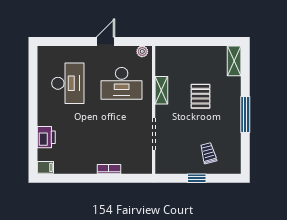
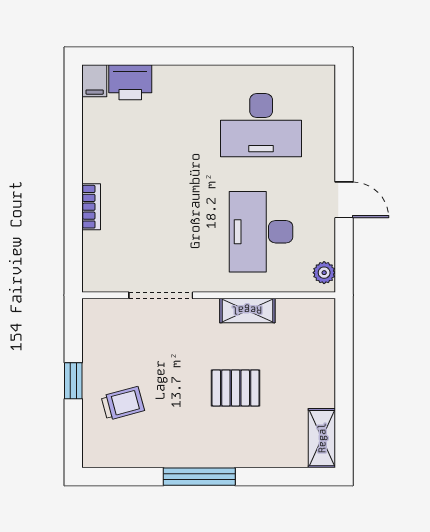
shelving: (234, 61) -> (322, 438), moved, turned 90
printer: (46, 137) -> (130, 82), moved

